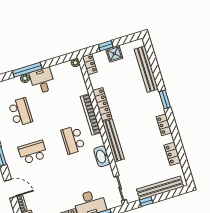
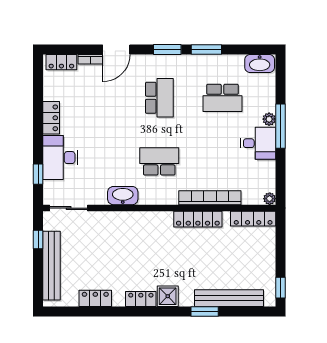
window: (106, 46) -> (281, 288), moved
shower: (114, 54) -> (168, 296), moved
locker: (90, 64) -> (253, 219), width x1.53
window: (165, 99) -> (205, 311), moved
bookcase: (91, 115) -> (210, 198), moved
bench: (113, 140) -> (141, 219), removed

